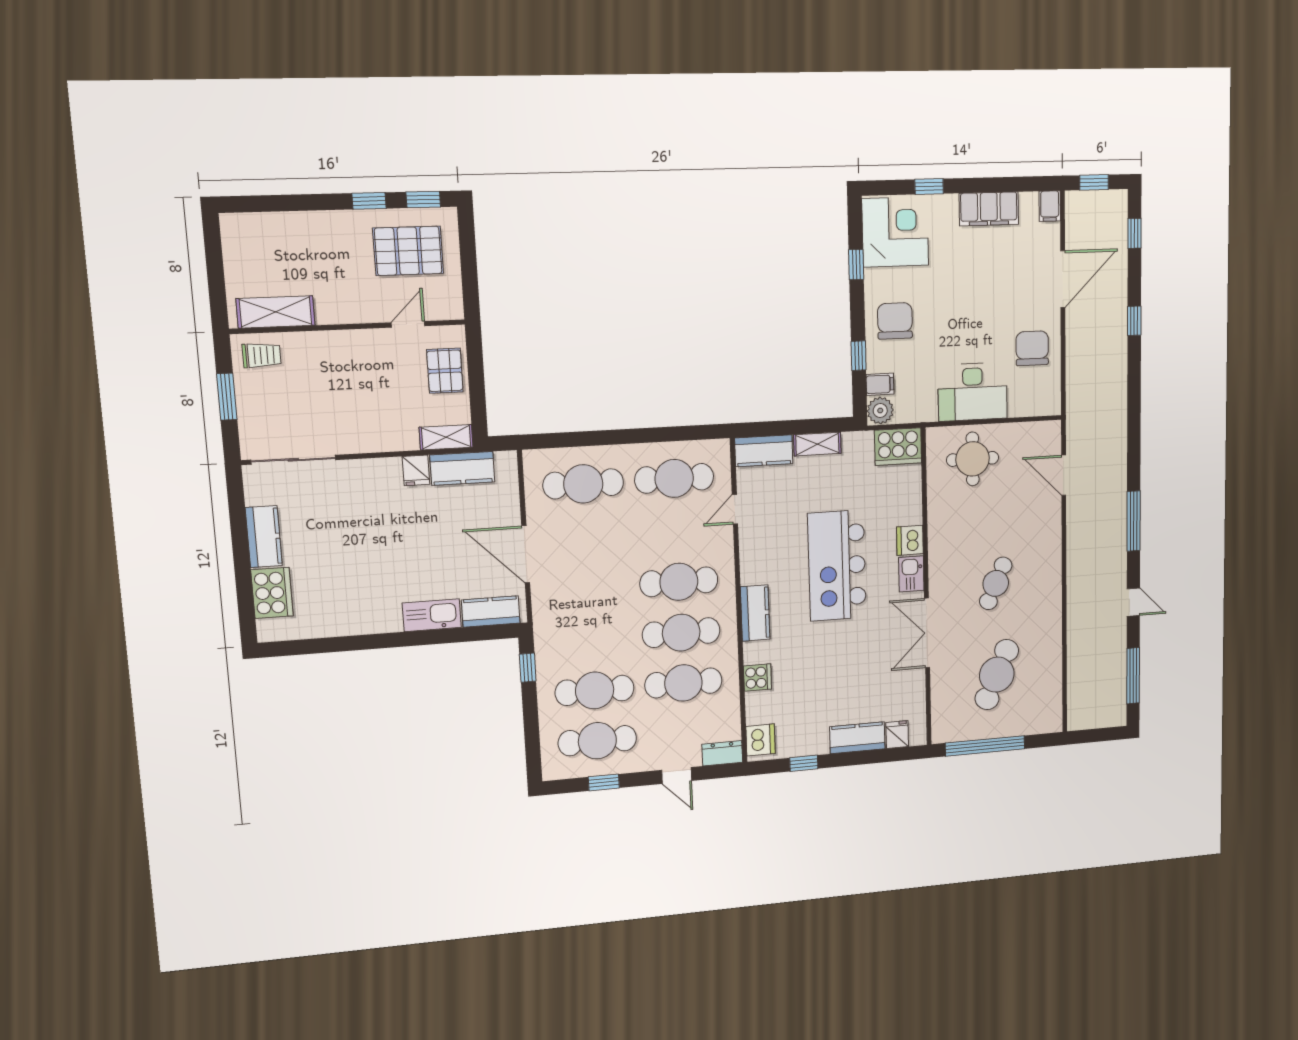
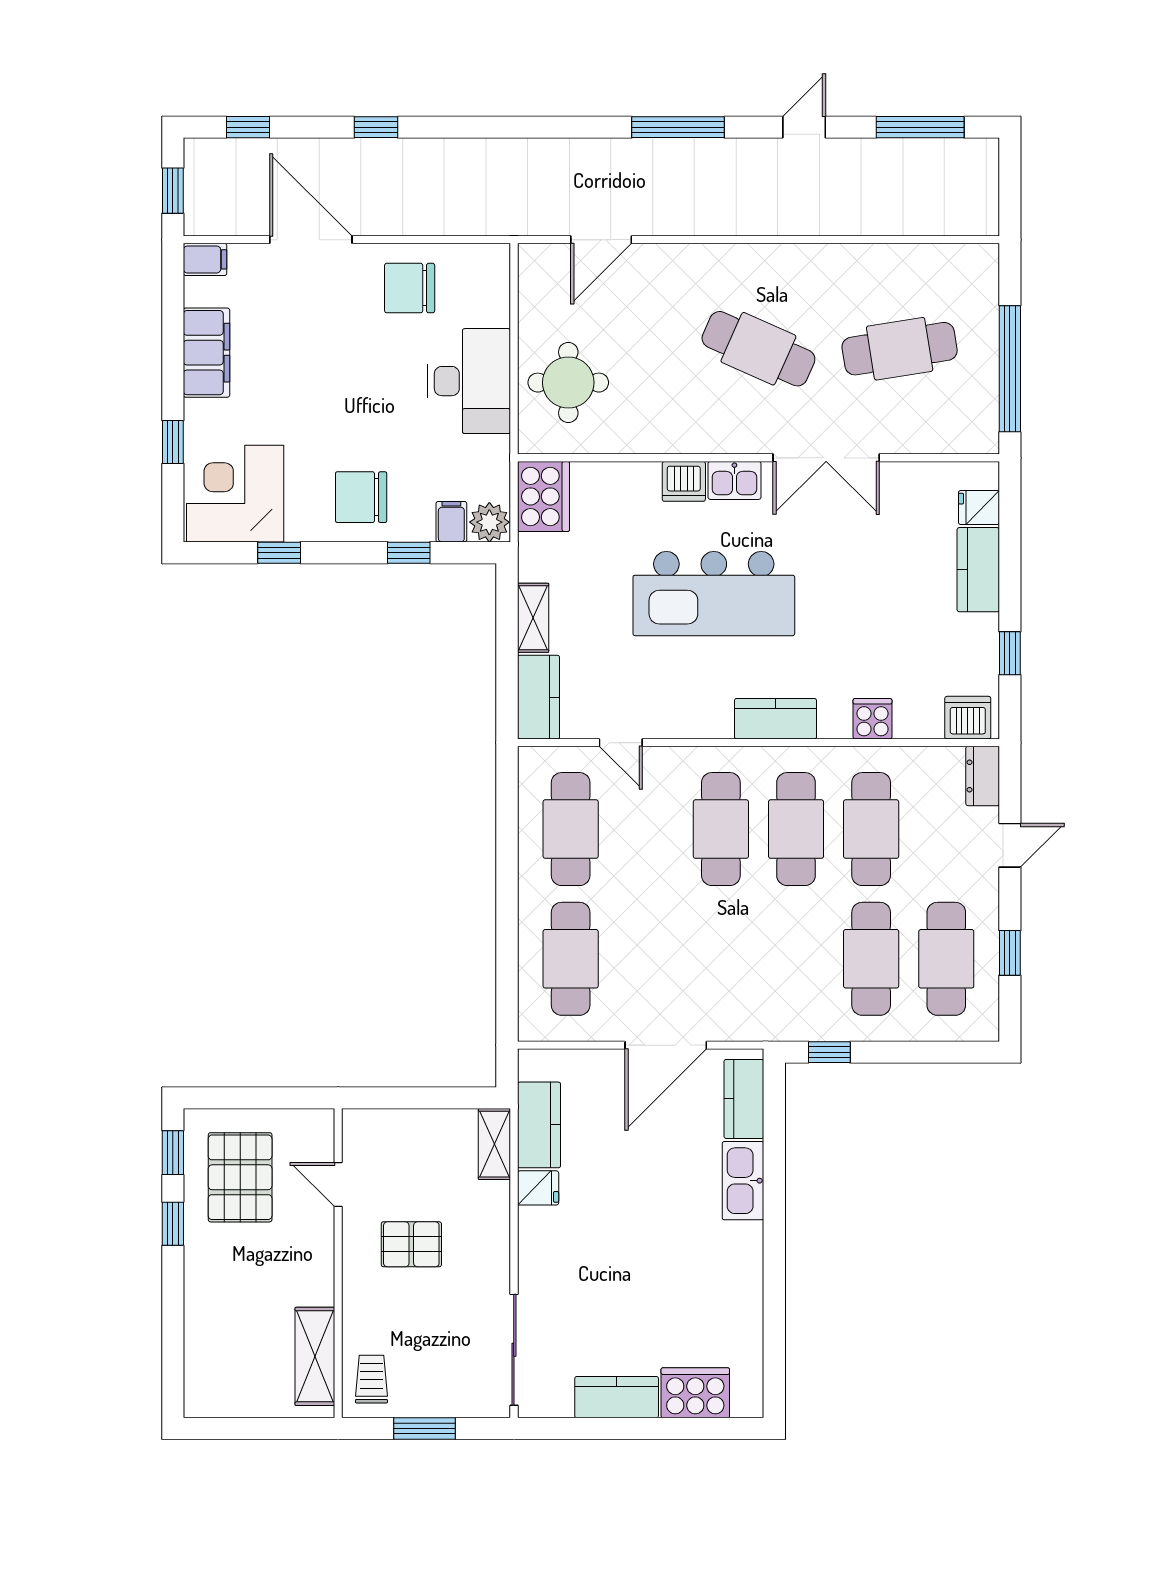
pallet: (445, 371) -> (411, 1244), moved
cafe table: (996, 583) -> (758, 349), width x1.37, depth x1.35
cafe table: (997, 675) -> (900, 349), turned -33

